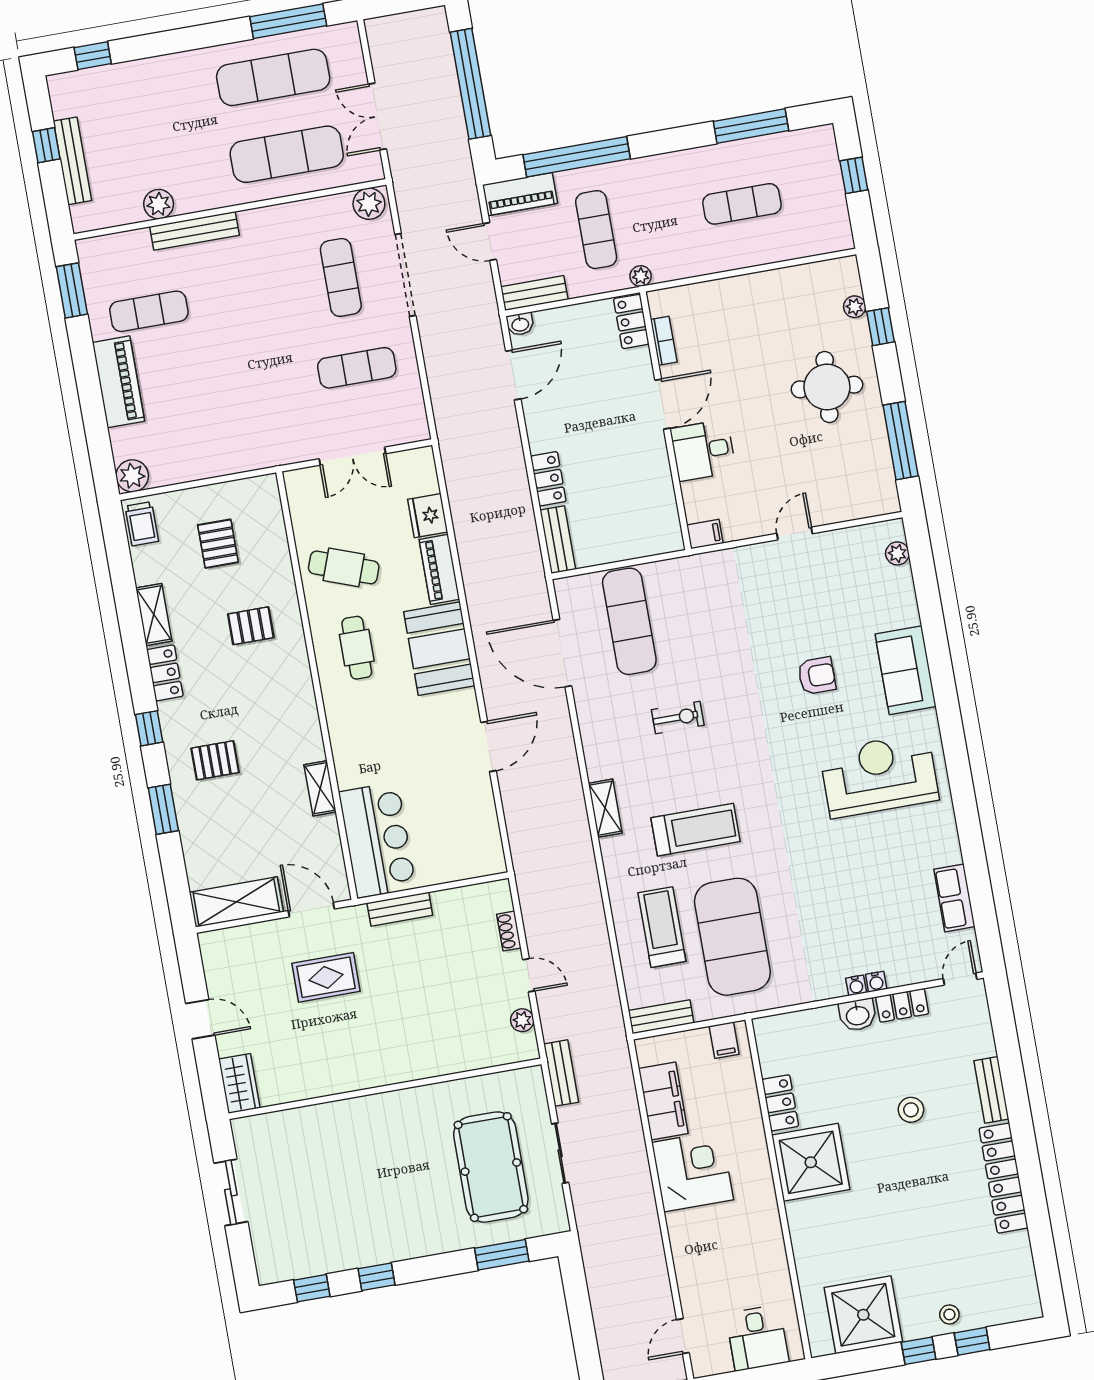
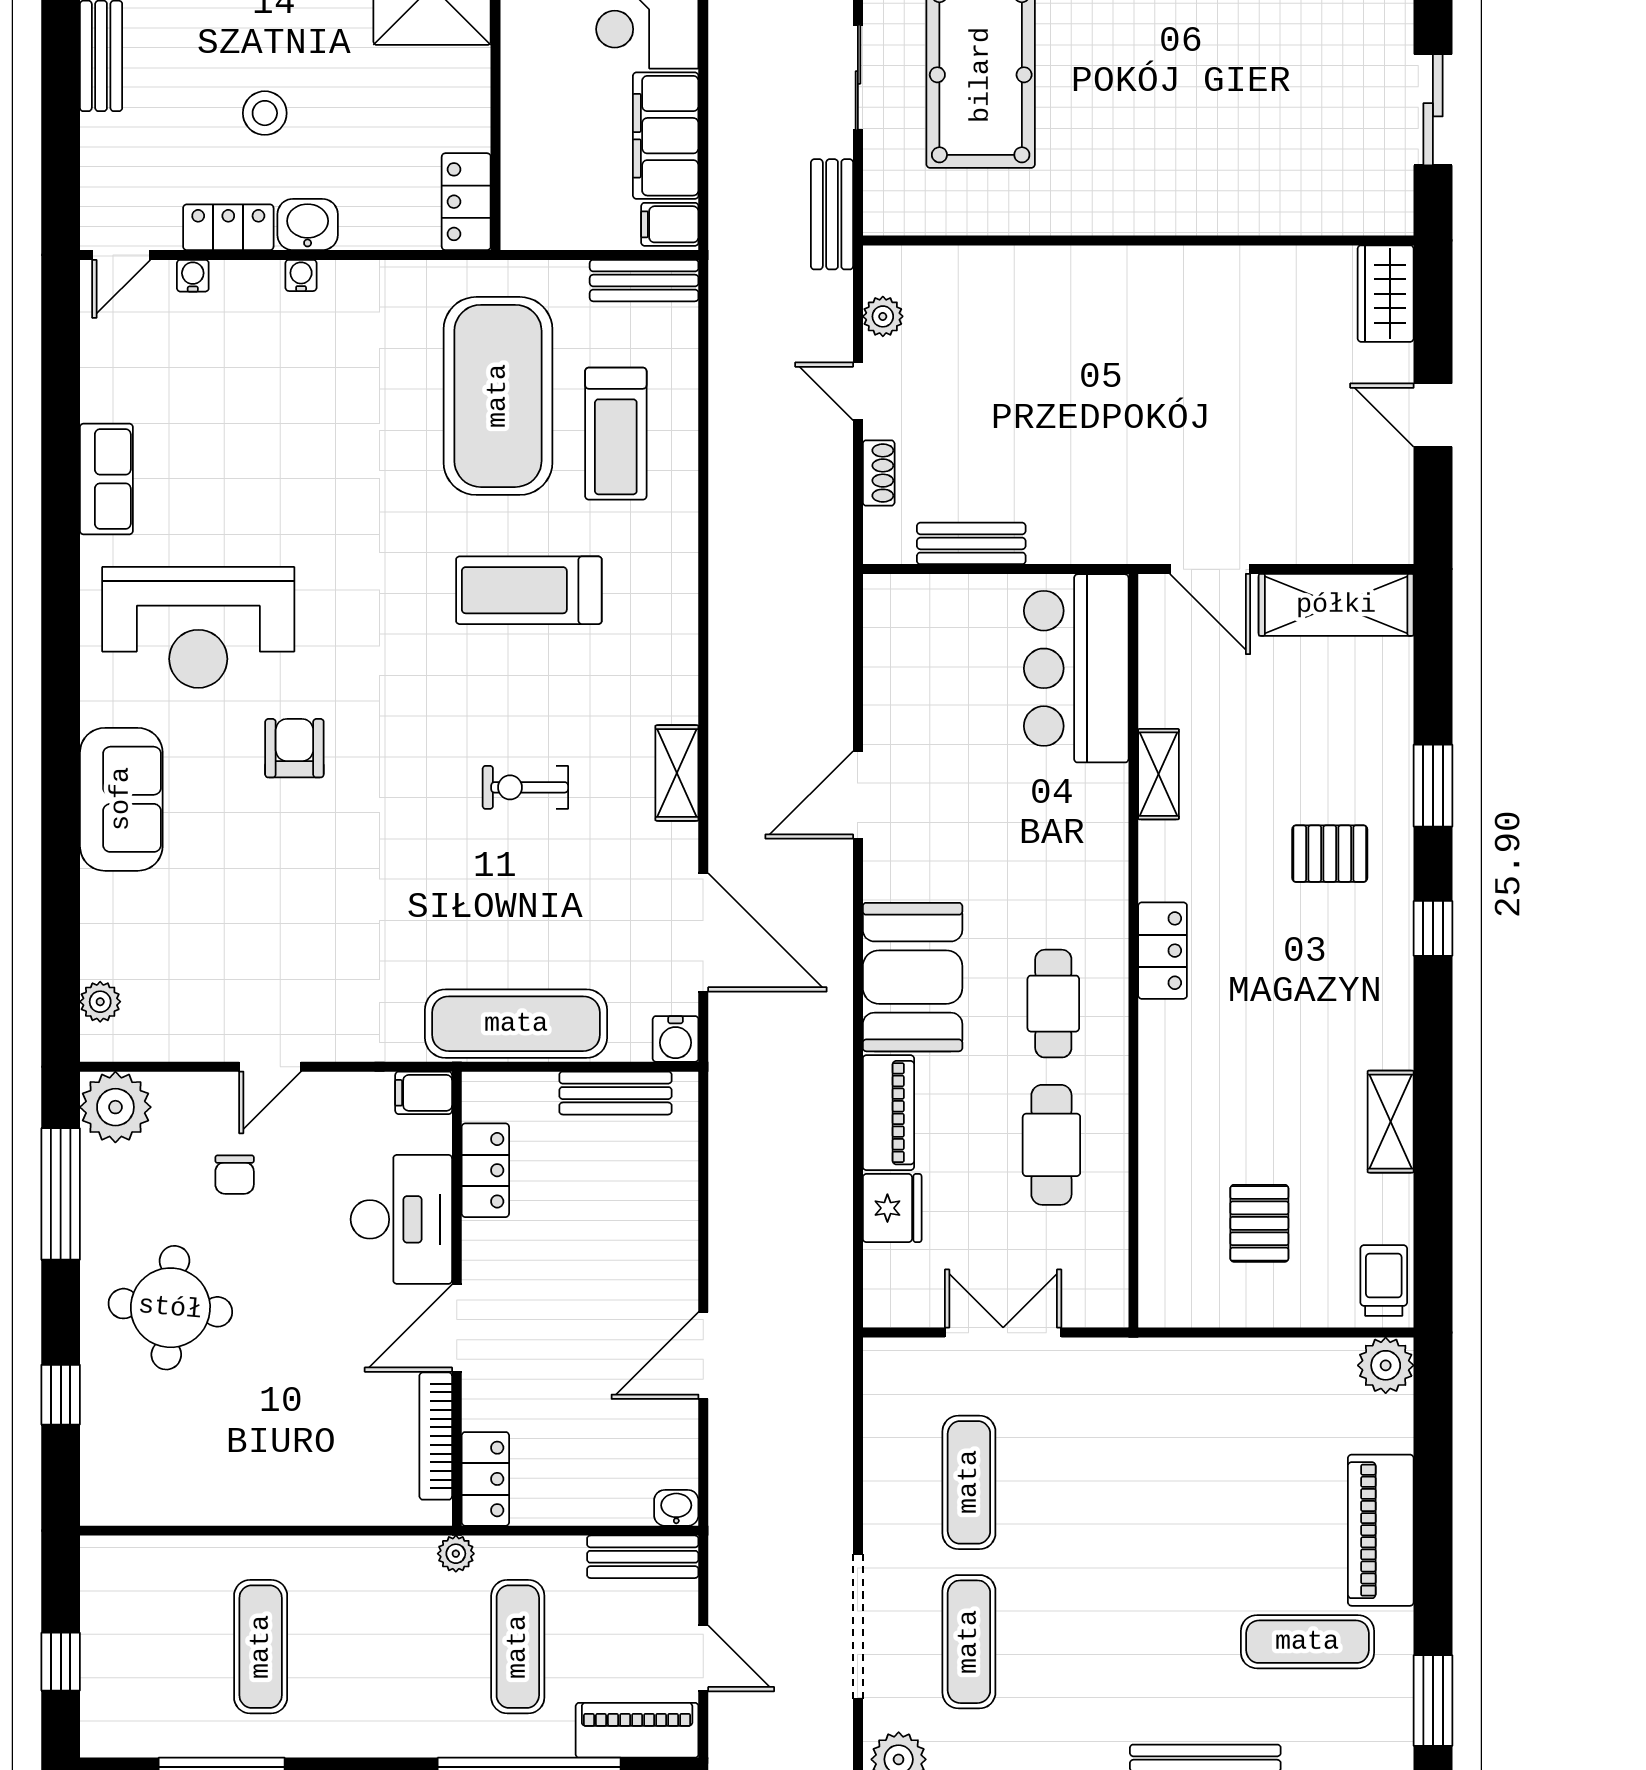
exercise mat: (742, 204) -> (261, 1647), turned 90
plant: (855, 307) -> (115, 1107), moved, width x1.88, depth x1.88
bookcase: (664, 341) -> (436, 1436), width x1.56
exercise mat: (357, 368) -> (969, 1482), turned 90
door: (513, 375) -> (703, 1356), moved
desk: (703, 450) -> (401, 1219), width x1.37
chair: (804, 469) -> (235, 1175), added
locker: (548, 479) -> (485, 1170), moved, turned 180
bench: (558, 540) -> (615, 1093), moved, turned 90
cafe table: (344, 567) -> (1051, 1145), turned 70
water cooler: (567, 590) -> (676, 1039), added
exercise mat: (629, 621) -> (516, 1024), moved, turned 90
pallet: (251, 626) -> (1228, 1073), removed
locker: (165, 673) -> (1163, 951), moved, turned 180
armchair: (817, 676) -> (294, 748), moved, turned 90
shelving: (605, 808) -> (677, 773), moved
row of seats: (954, 898) -> (106, 479), moved
bench: (400, 909) -> (971, 543), moved
rug: (326, 977) -> (1205, 449), removed
water cooler: (876, 982) -> (193, 276), moved
filing cabinet: (724, 1040) -> (670, 224), moved, turned -90
locker: (780, 1103) -> (466, 202), moved
stool: (911, 1110) -> (265, 113), moved

